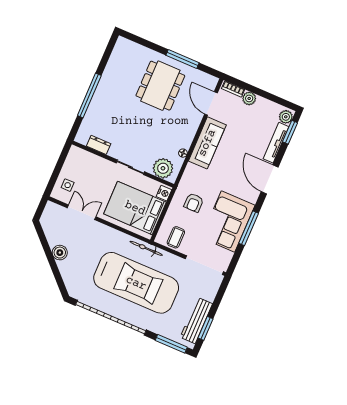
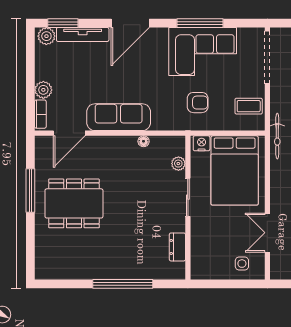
plant: (163, 168) -> (178, 164), width x0.53, depth x0.53

